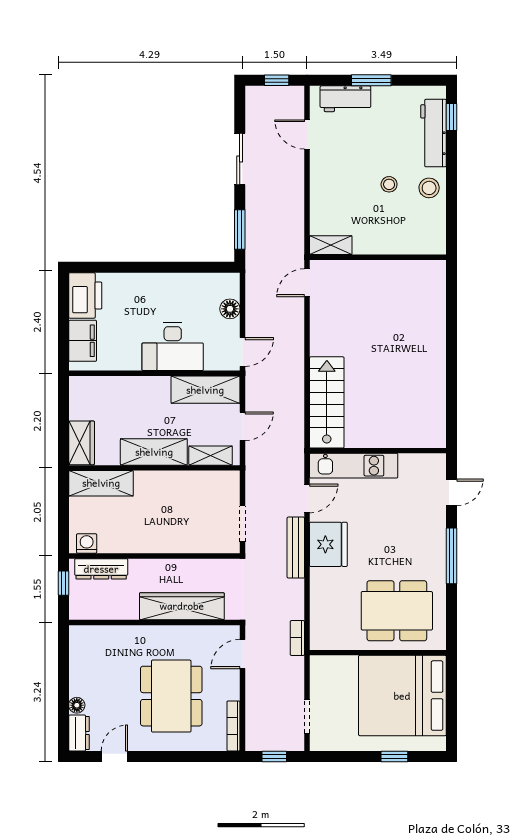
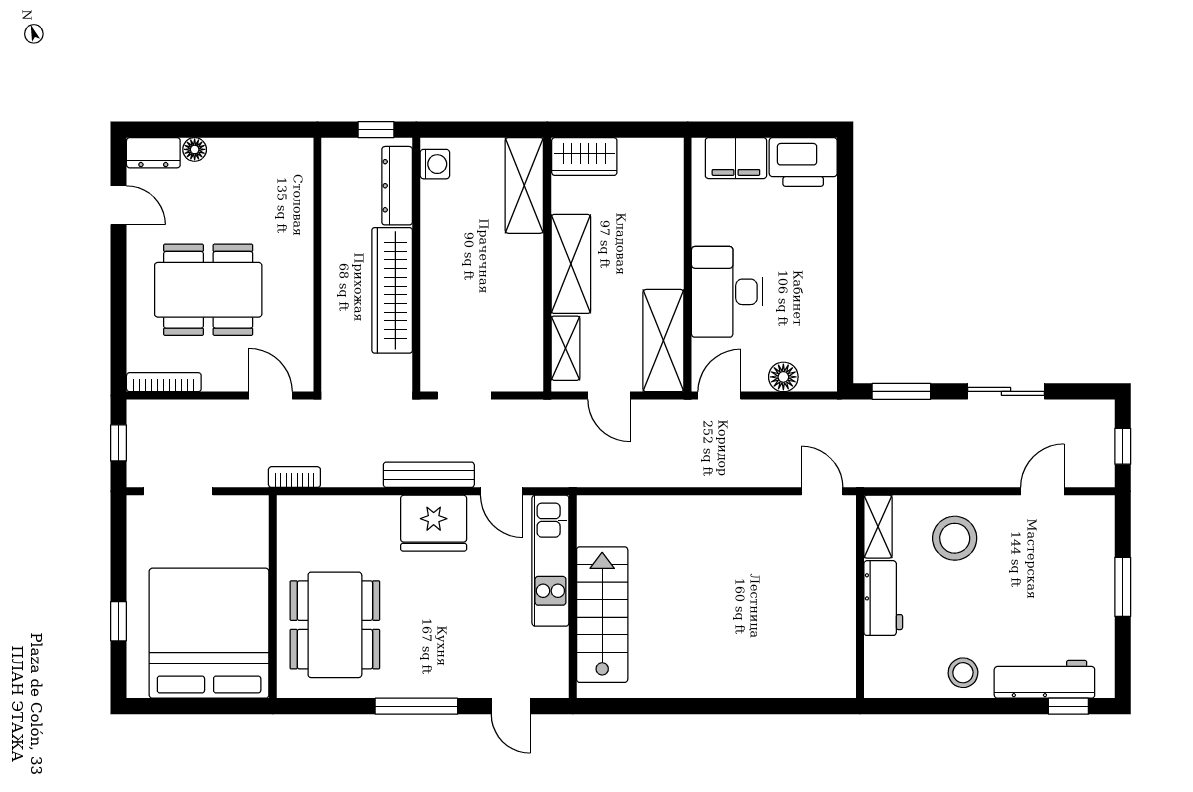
workbench: (345, 99) -> (883, 598), moved, turned 180
stool: (389, 184) -> (955, 538), moved, width x1.89, depth x1.89
door: (242, 352) -> (719, 396), swing flipped
stairs: (327, 402) -> (602, 615), moved, turned -90
wardrobe: (182, 606) -> (392, 290), moved, turned 180
doorway: (307, 716) -> (178, 491), width x1.38

